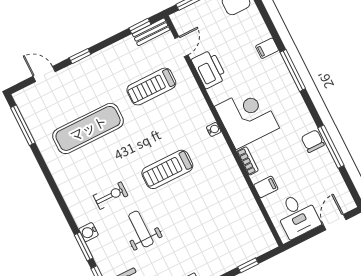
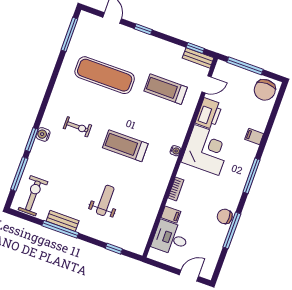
window: (293, 70) -> (251, 176), moved
corner desk: (247, 117) -> (206, 150), moved
chair: (313, 141) -> (225, 216), turned -90
desk: (297, 215) -> (170, 238), moved, turned 90
weight bench: (141, 229) -> (105, 200), moved

